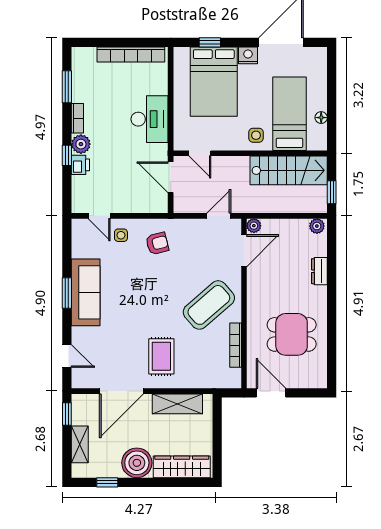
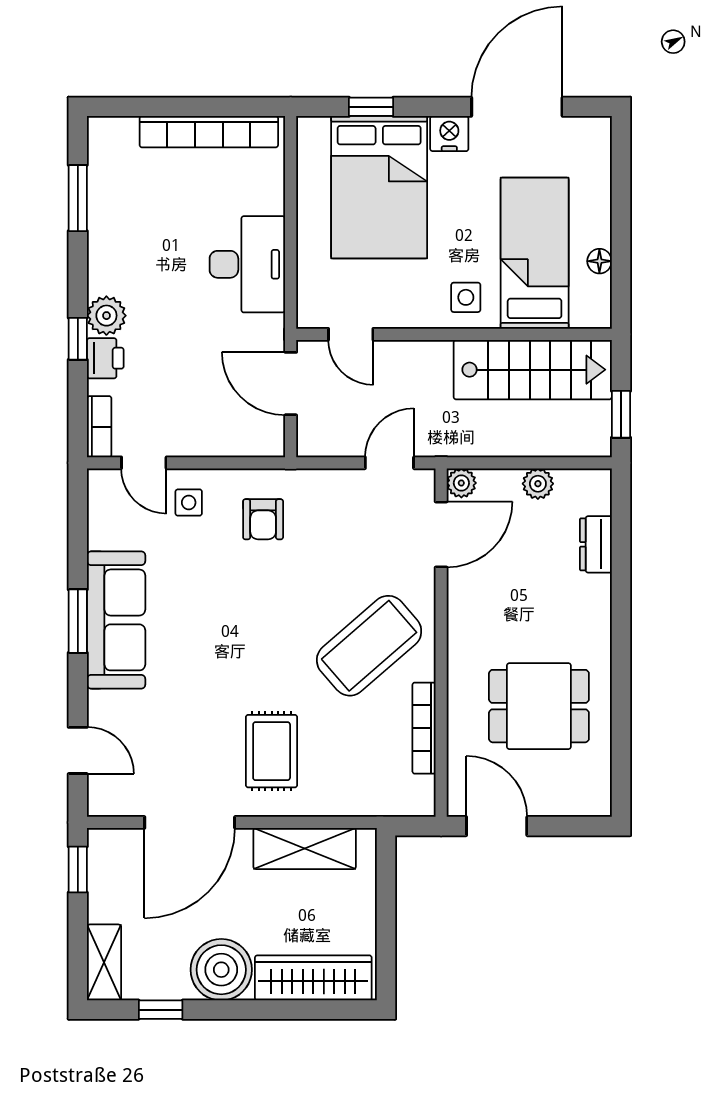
bookcase: (77, 118) -> (99, 427), moved
plant: (317, 226) -> (538, 484), moved
armchair: (157, 243) -> (263, 519), turned 104
dresser: (319, 271) -> (596, 544), moved
shelving: (80, 444) -> (104, 962), moved

